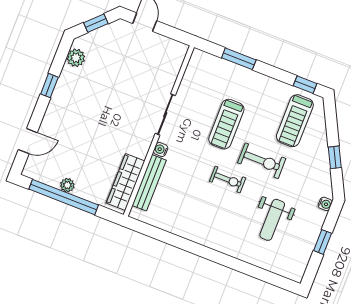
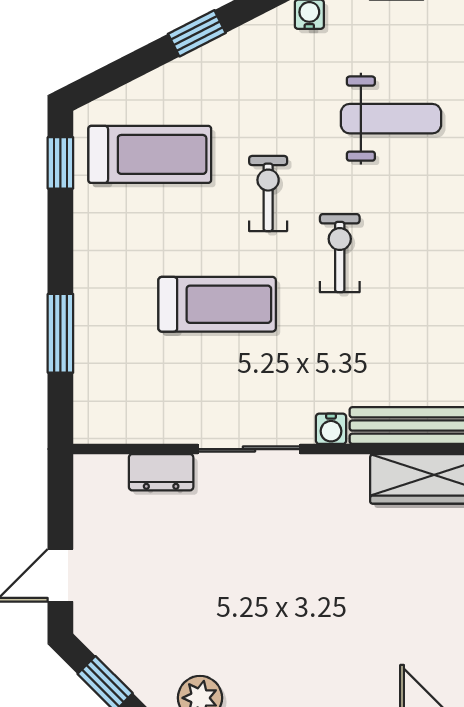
dresser: (170, 77) -> (161, 472), added
exercise bike: (262, 161) -> (268, 194), width x0.73, depth x0.72

